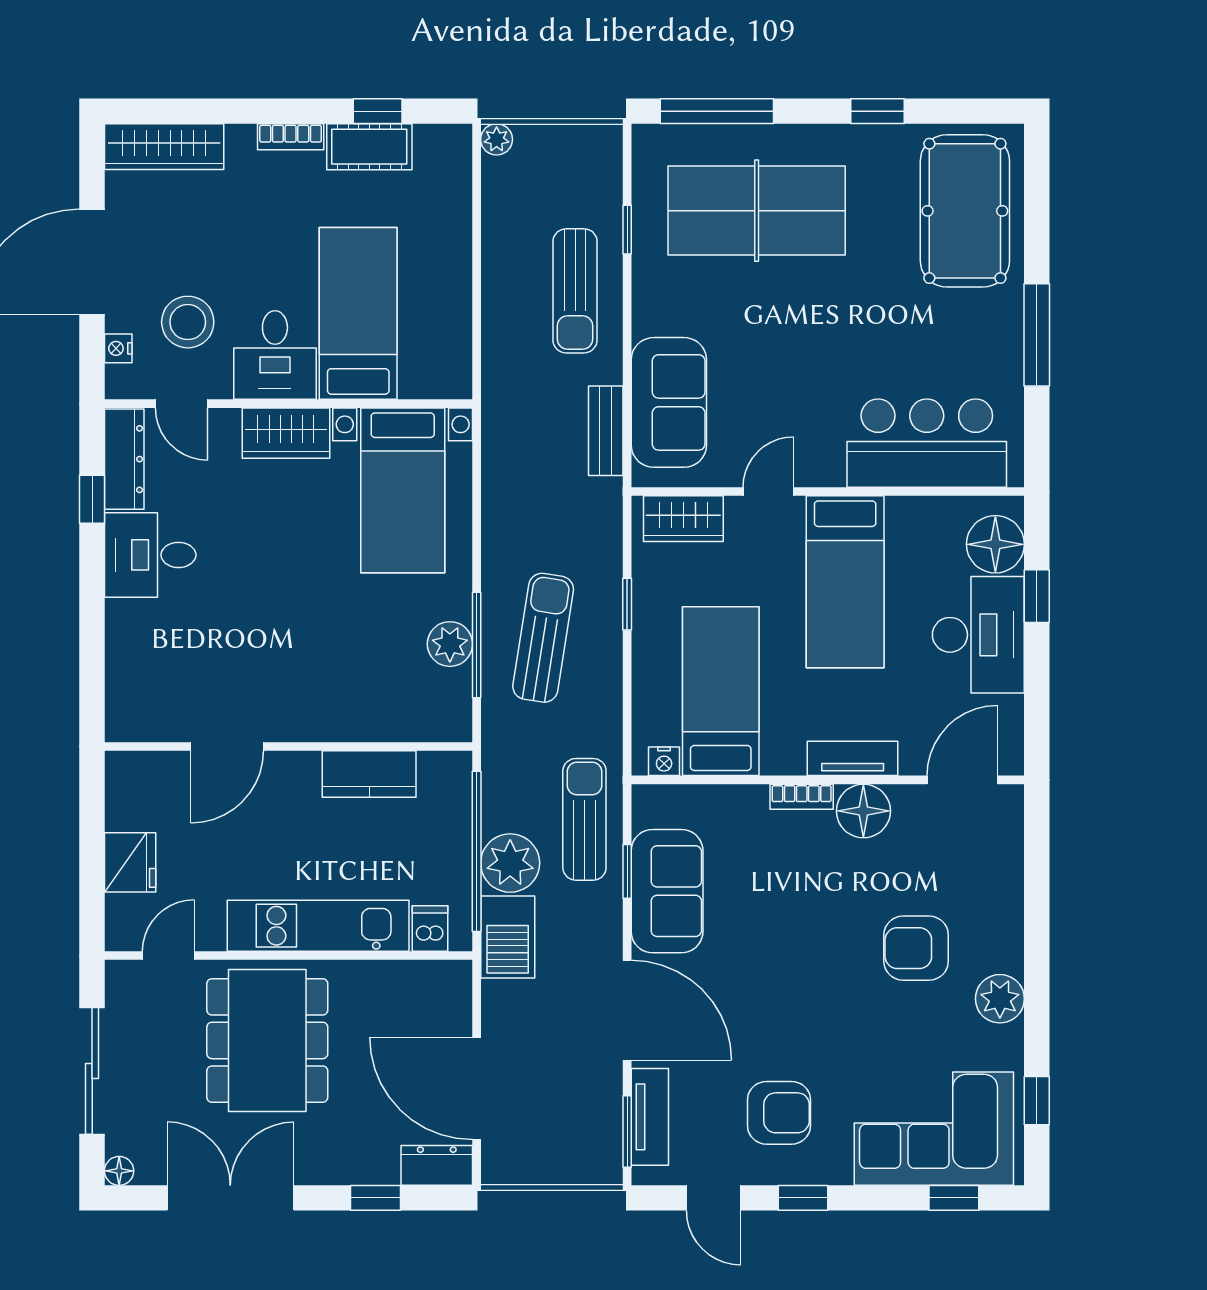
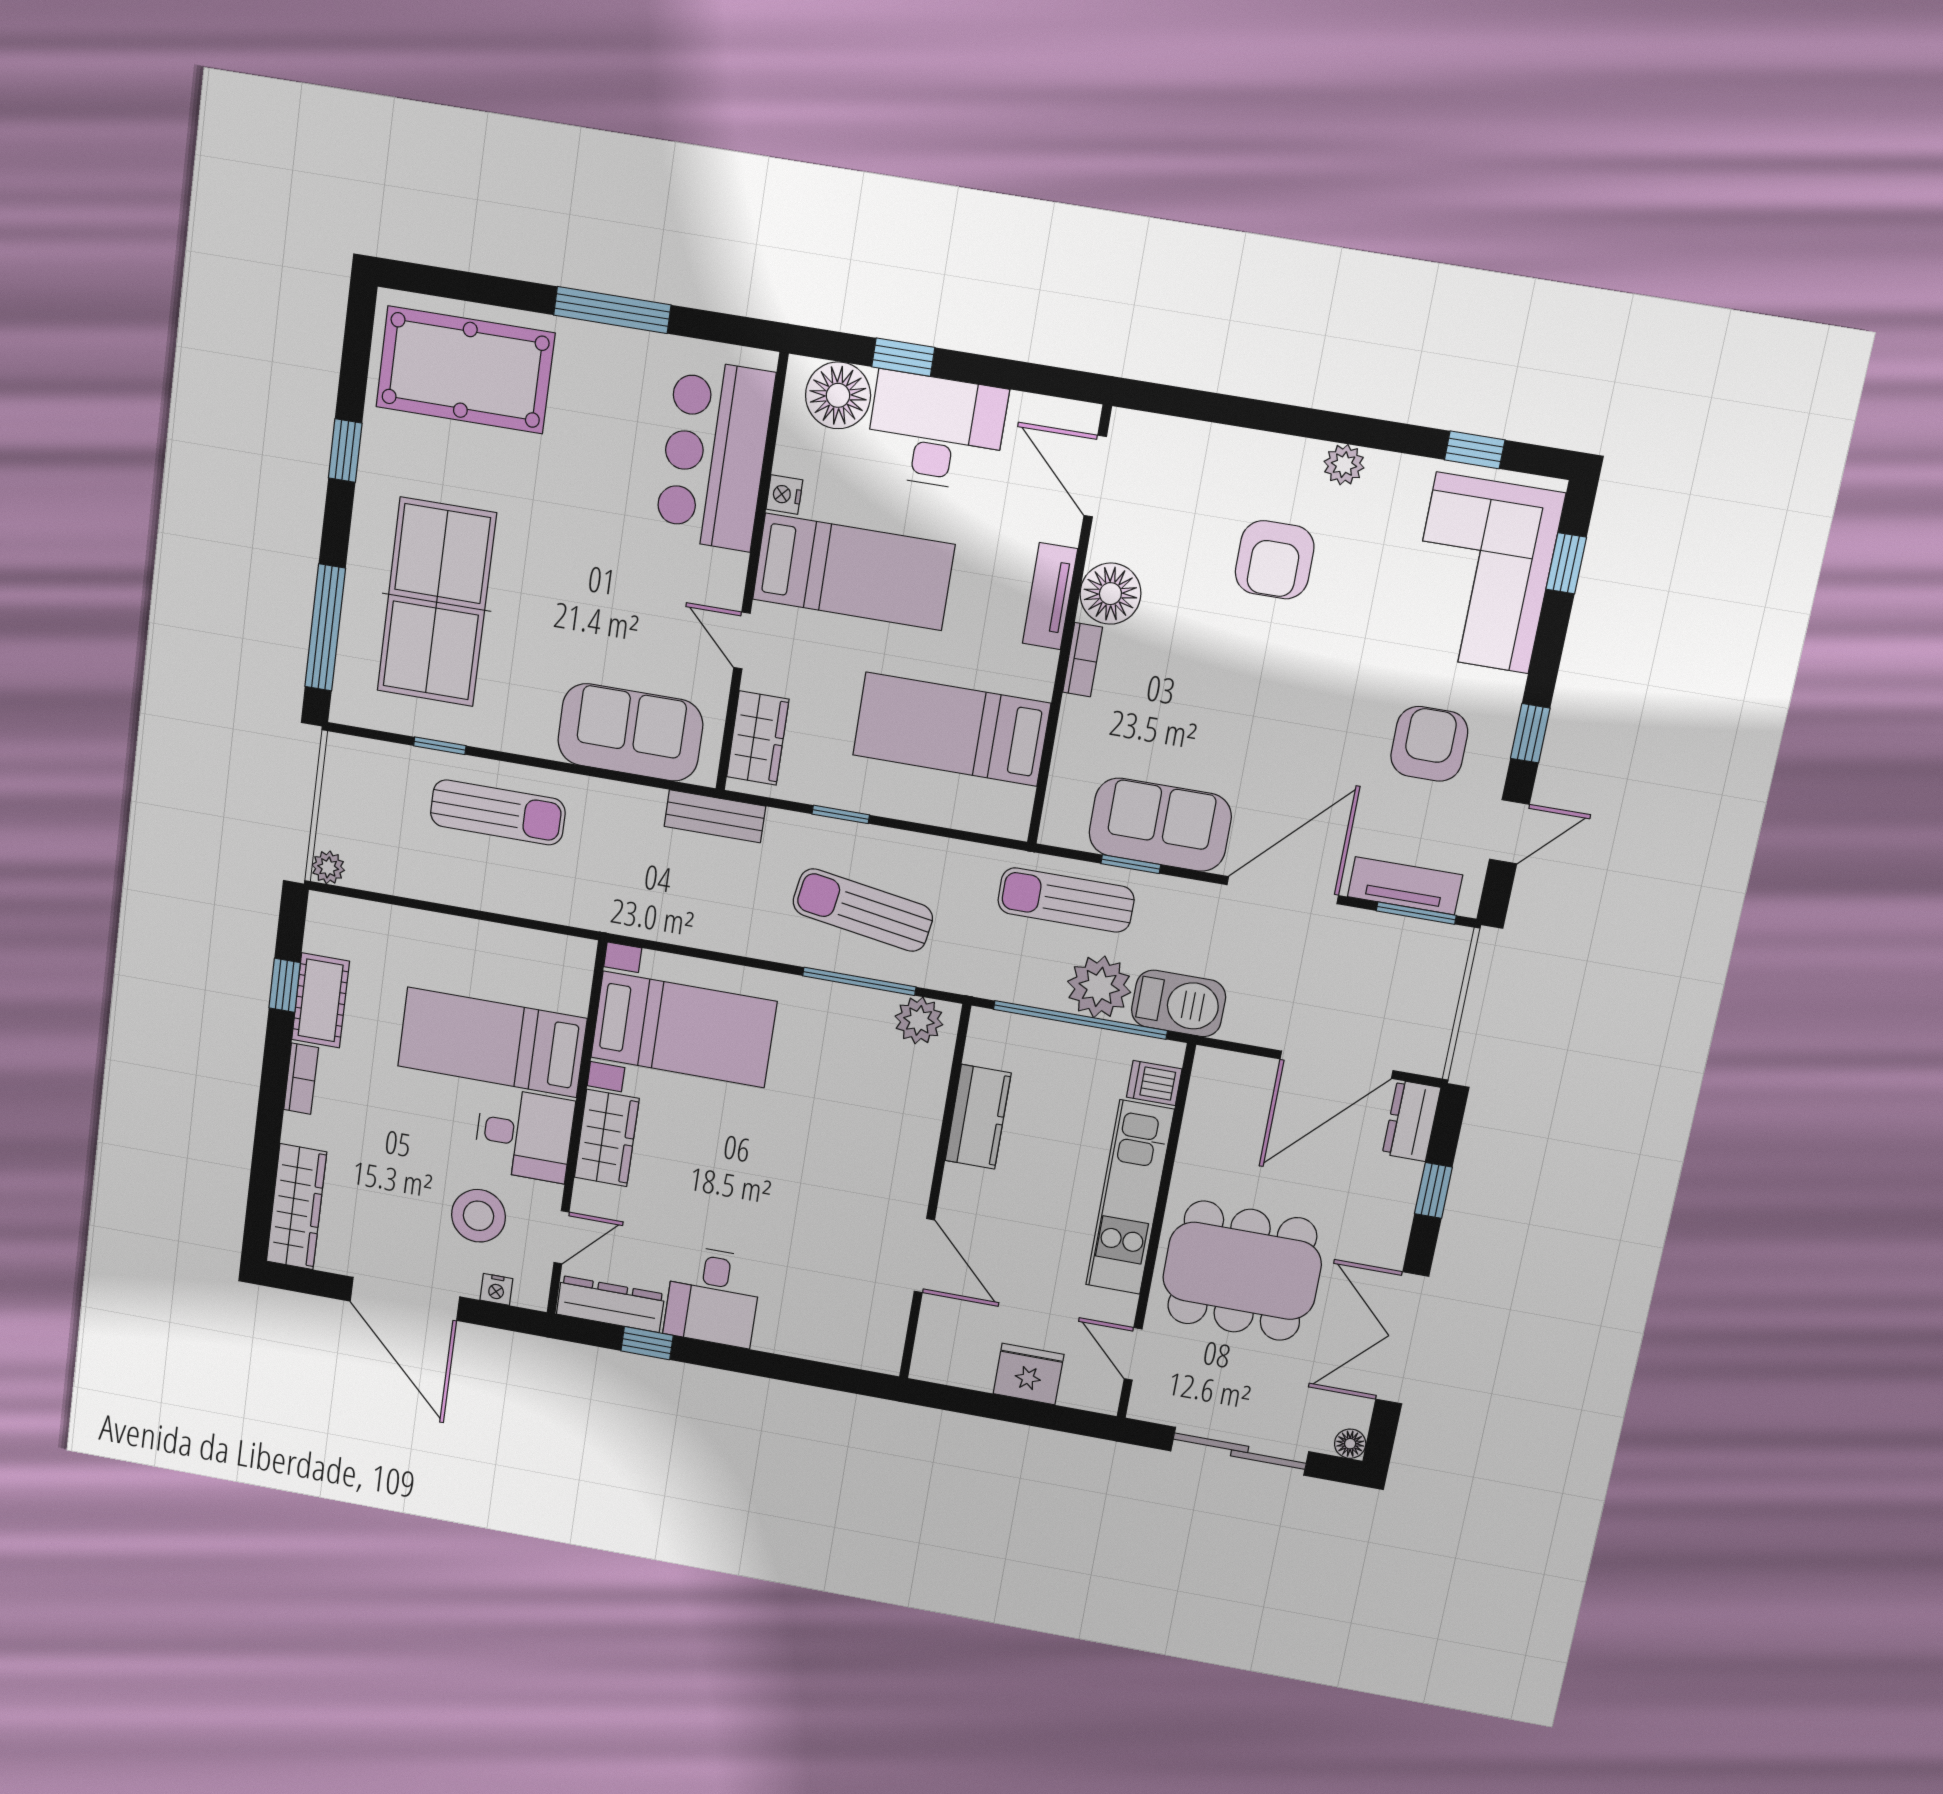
bench: (606, 431) -> (715, 816), moved
plant: (450, 644) -> (919, 1020), moved
nightstand: (664, 761) -> (784, 495), moved, turned 180
plant: (1000, 999) -> (1344, 465), width x0.73, depth x0.73

